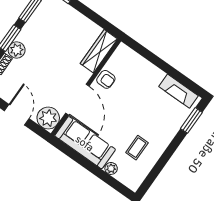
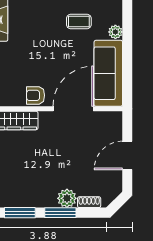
armchair: (106, 79) -> (36, 95), turned -91
plant: (48, 118) -> (110, 124), removed

